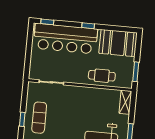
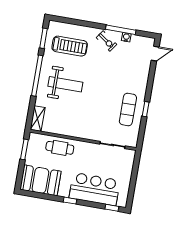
bar counter: (65, 39) -> (95, 189), width x0.73

